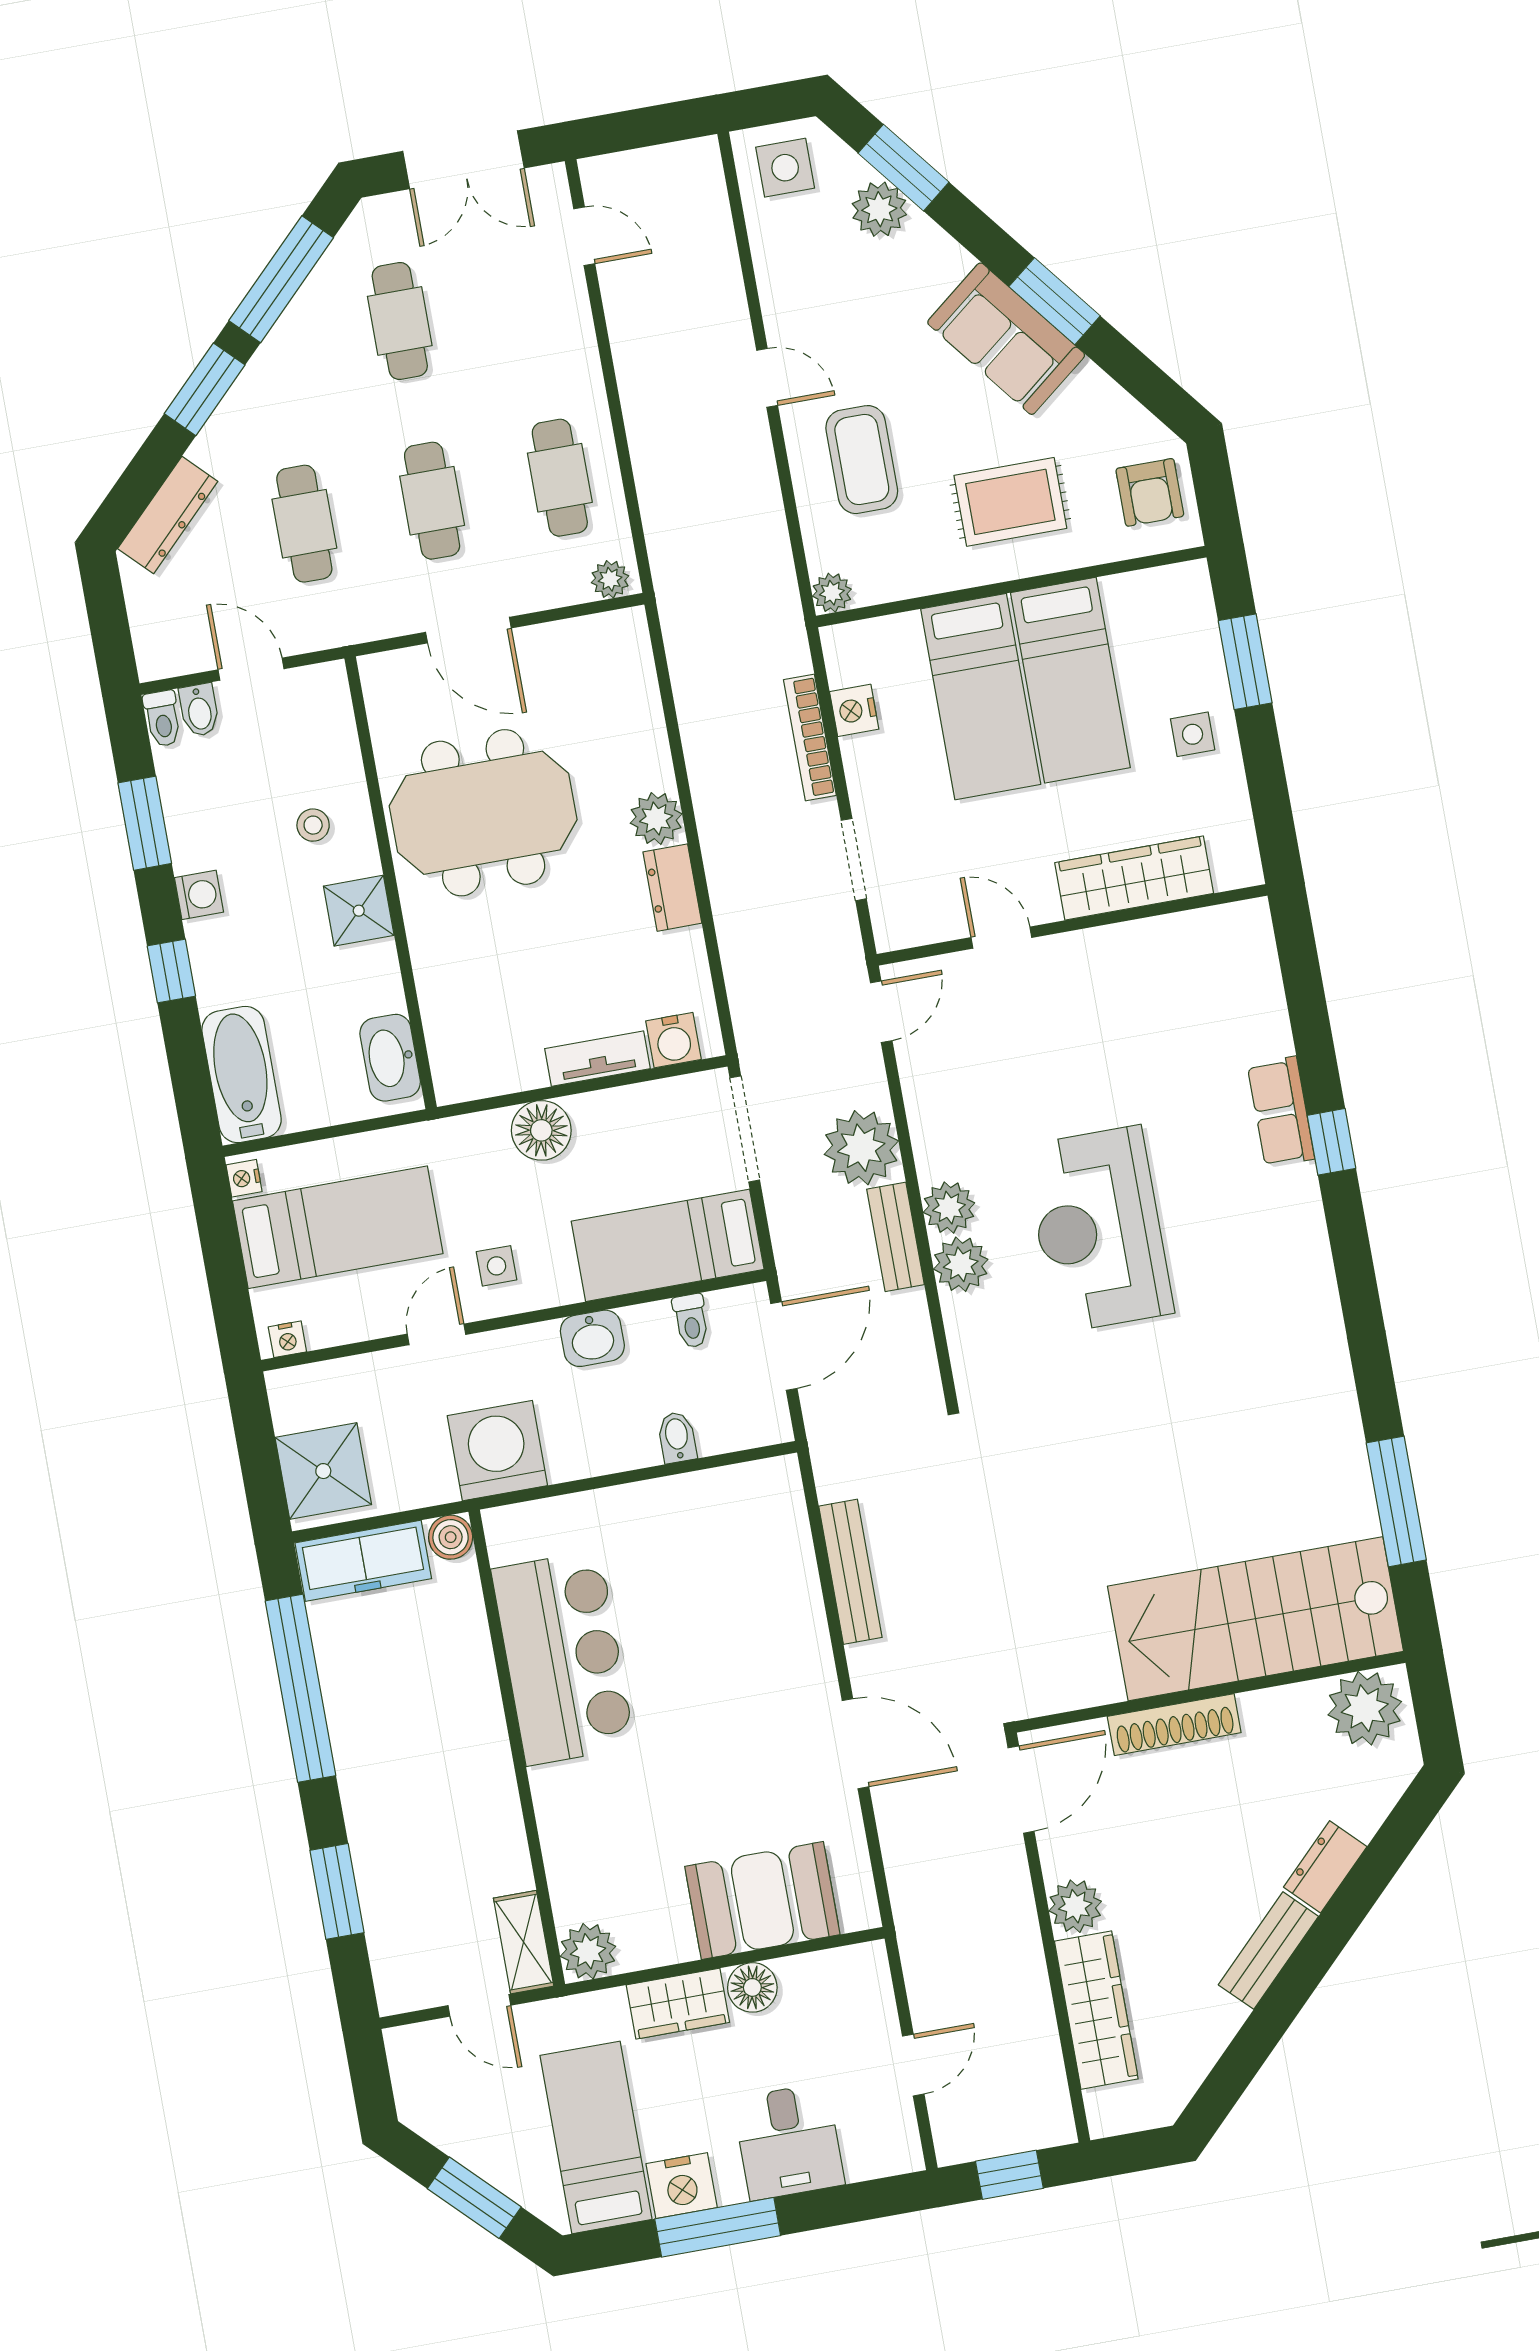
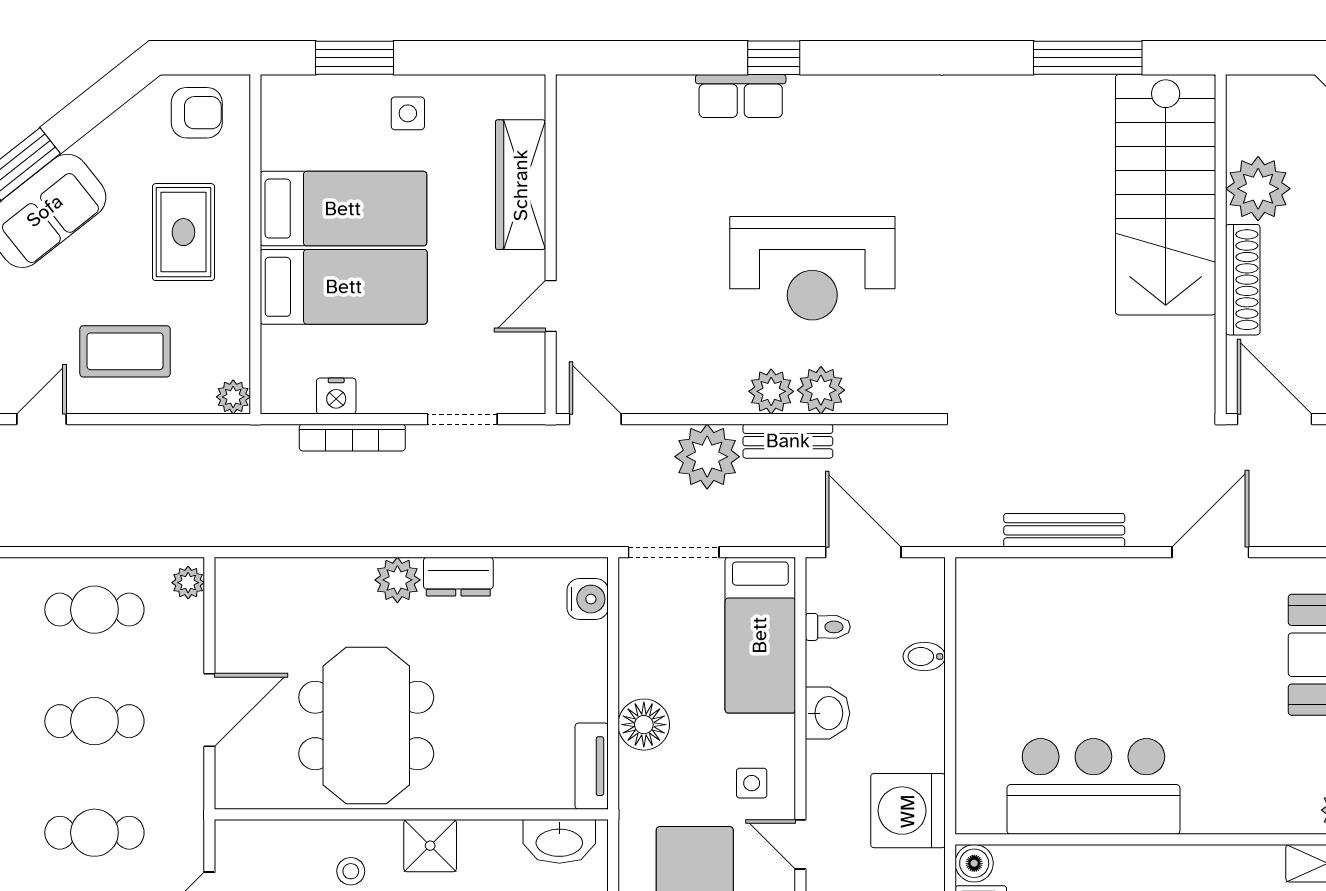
tv unit: (597, 1059) -> (592, 766), moved
plant: (1365, 1708) -> (1258, 189), moved

